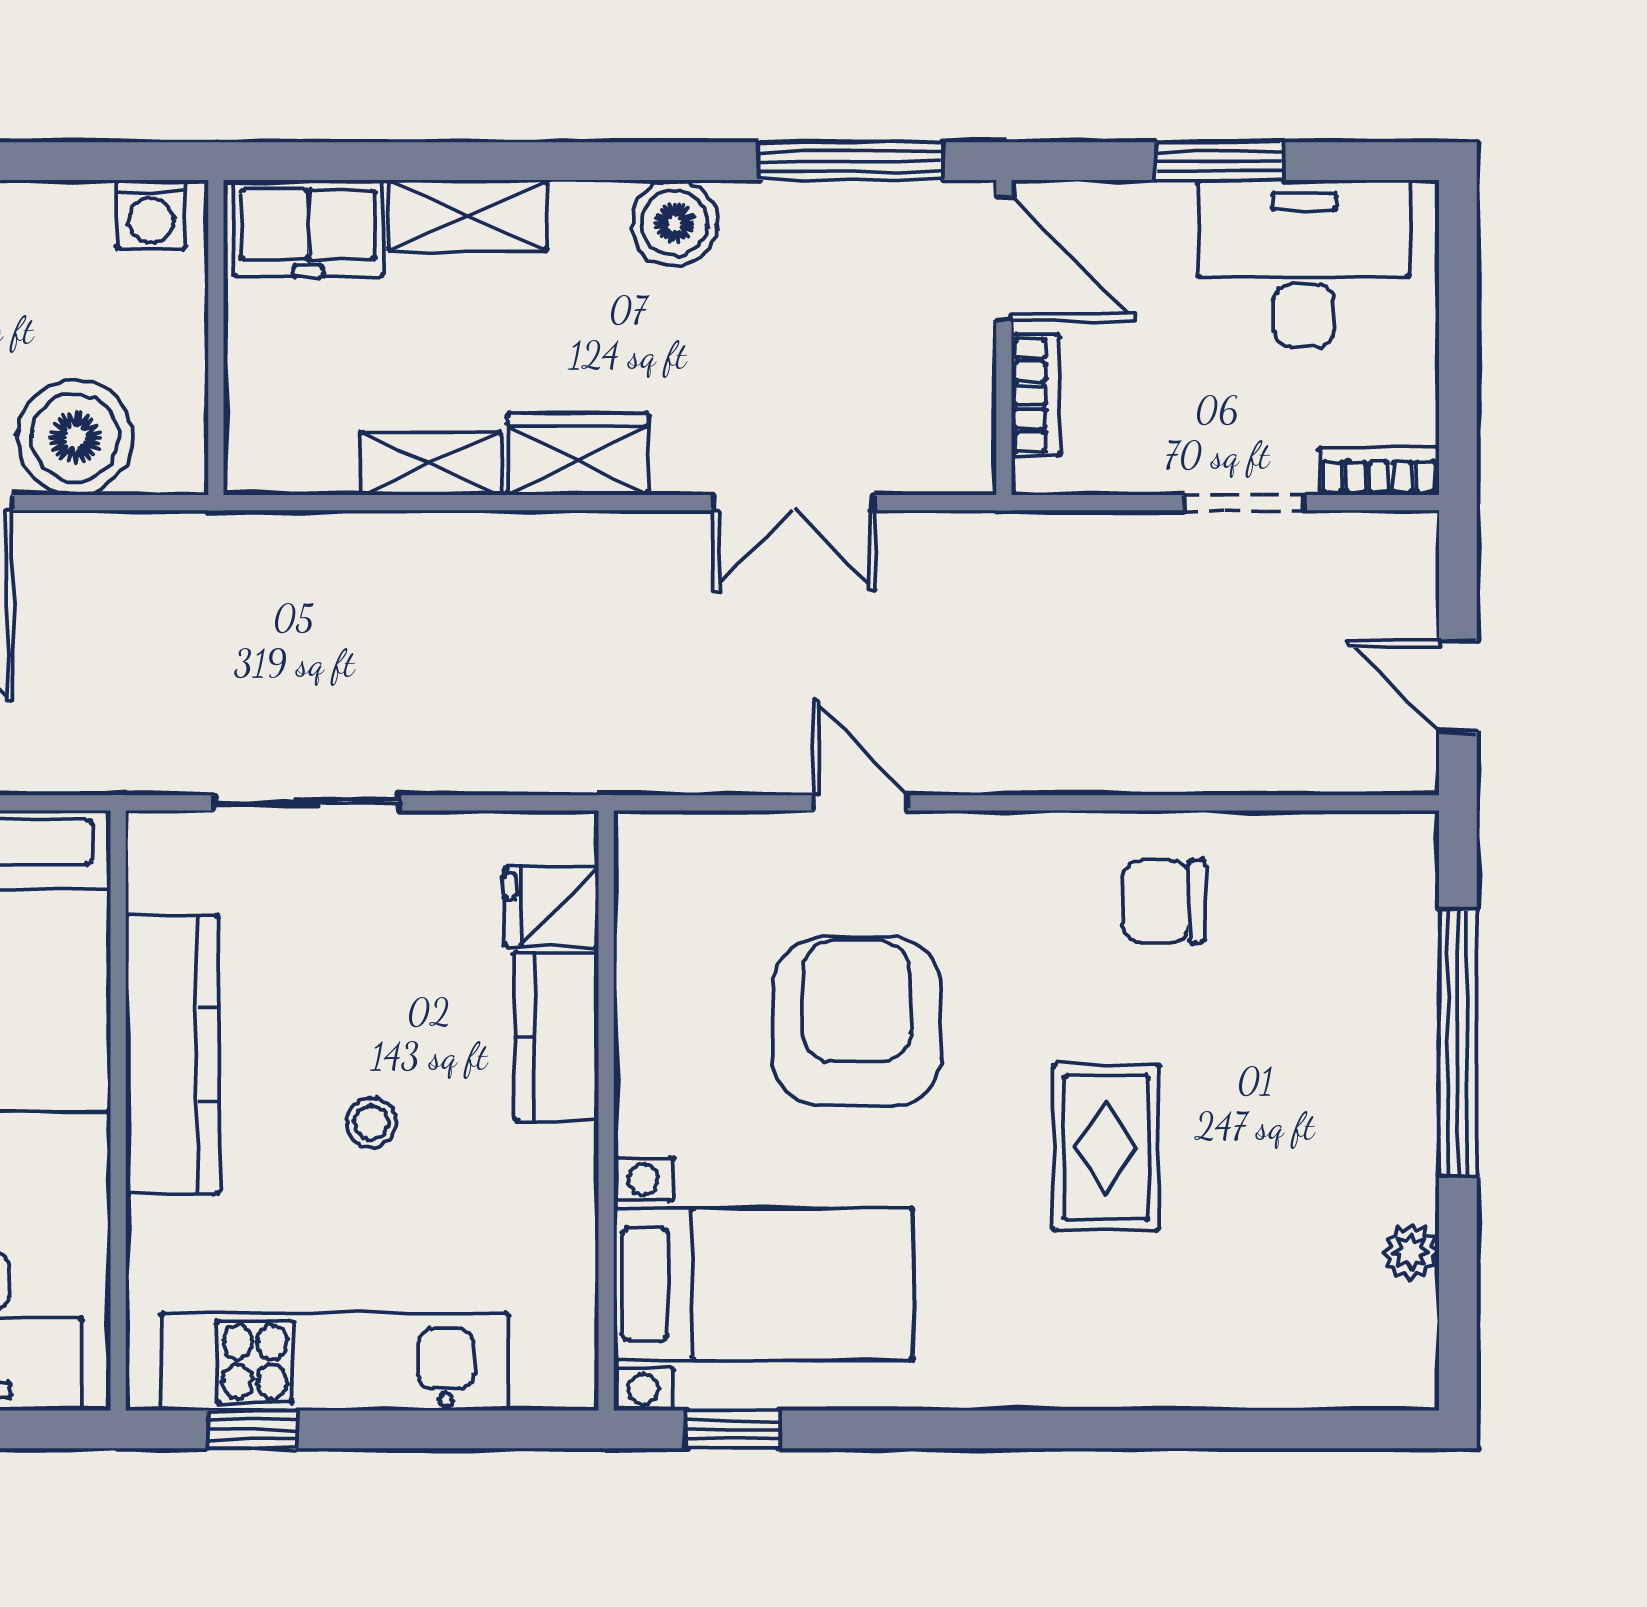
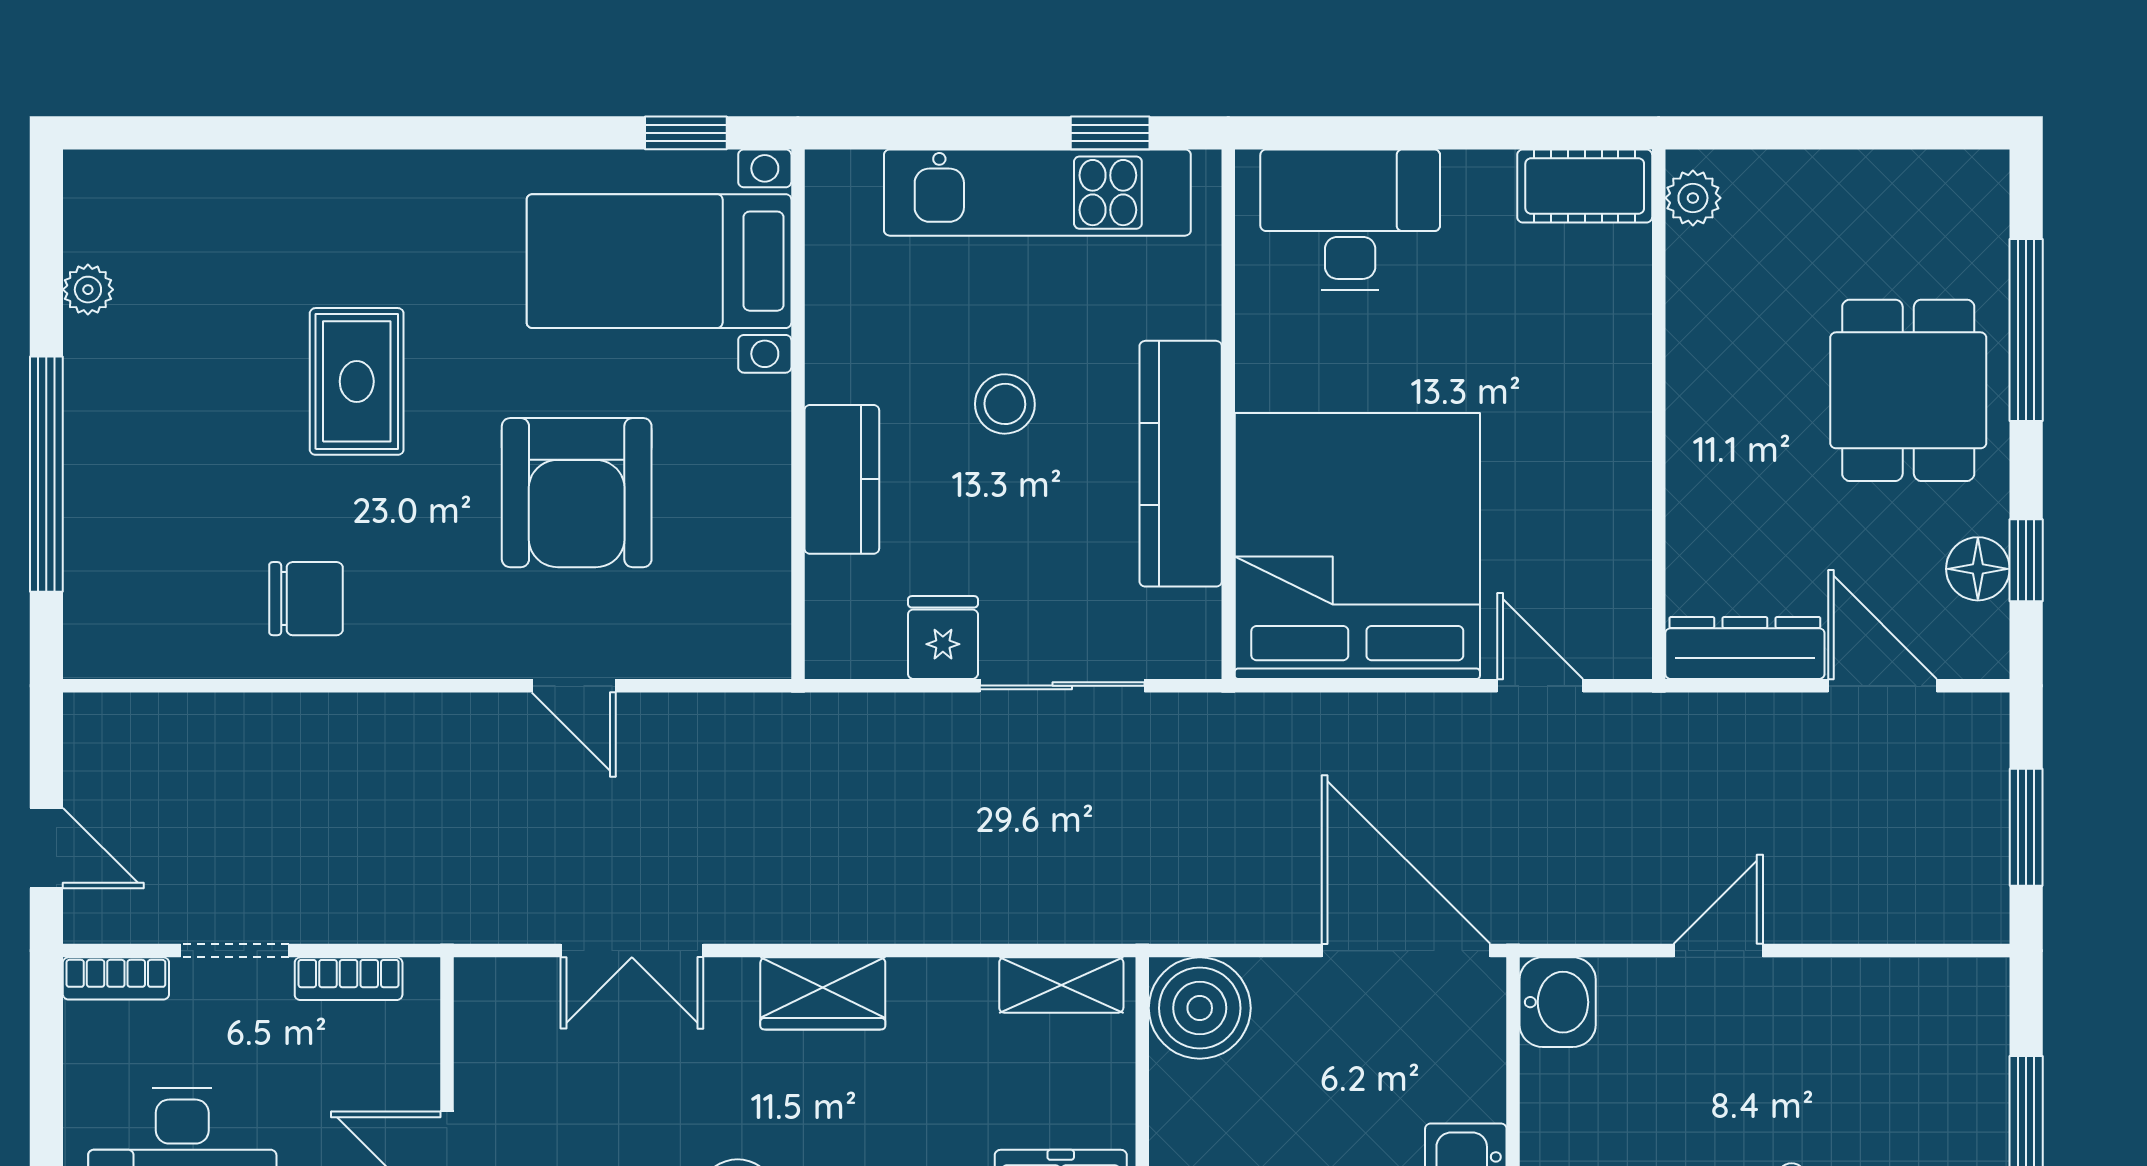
bookcase: (1036, 395) -> (349, 979), moved, turned -90
boiler: (75, 437) -> (1200, 1008), moved
shelving: (431, 463) -> (1061, 985), moved
double door: (794, 503) -> (632, 951), swing flipped
door: (1458, 686) -> (46, 848), moved
fridge: (551, 907) -> (943, 638), moved, turned -90
stool: (371, 1122) -> (1005, 404), width x1.37, depth x1.37

